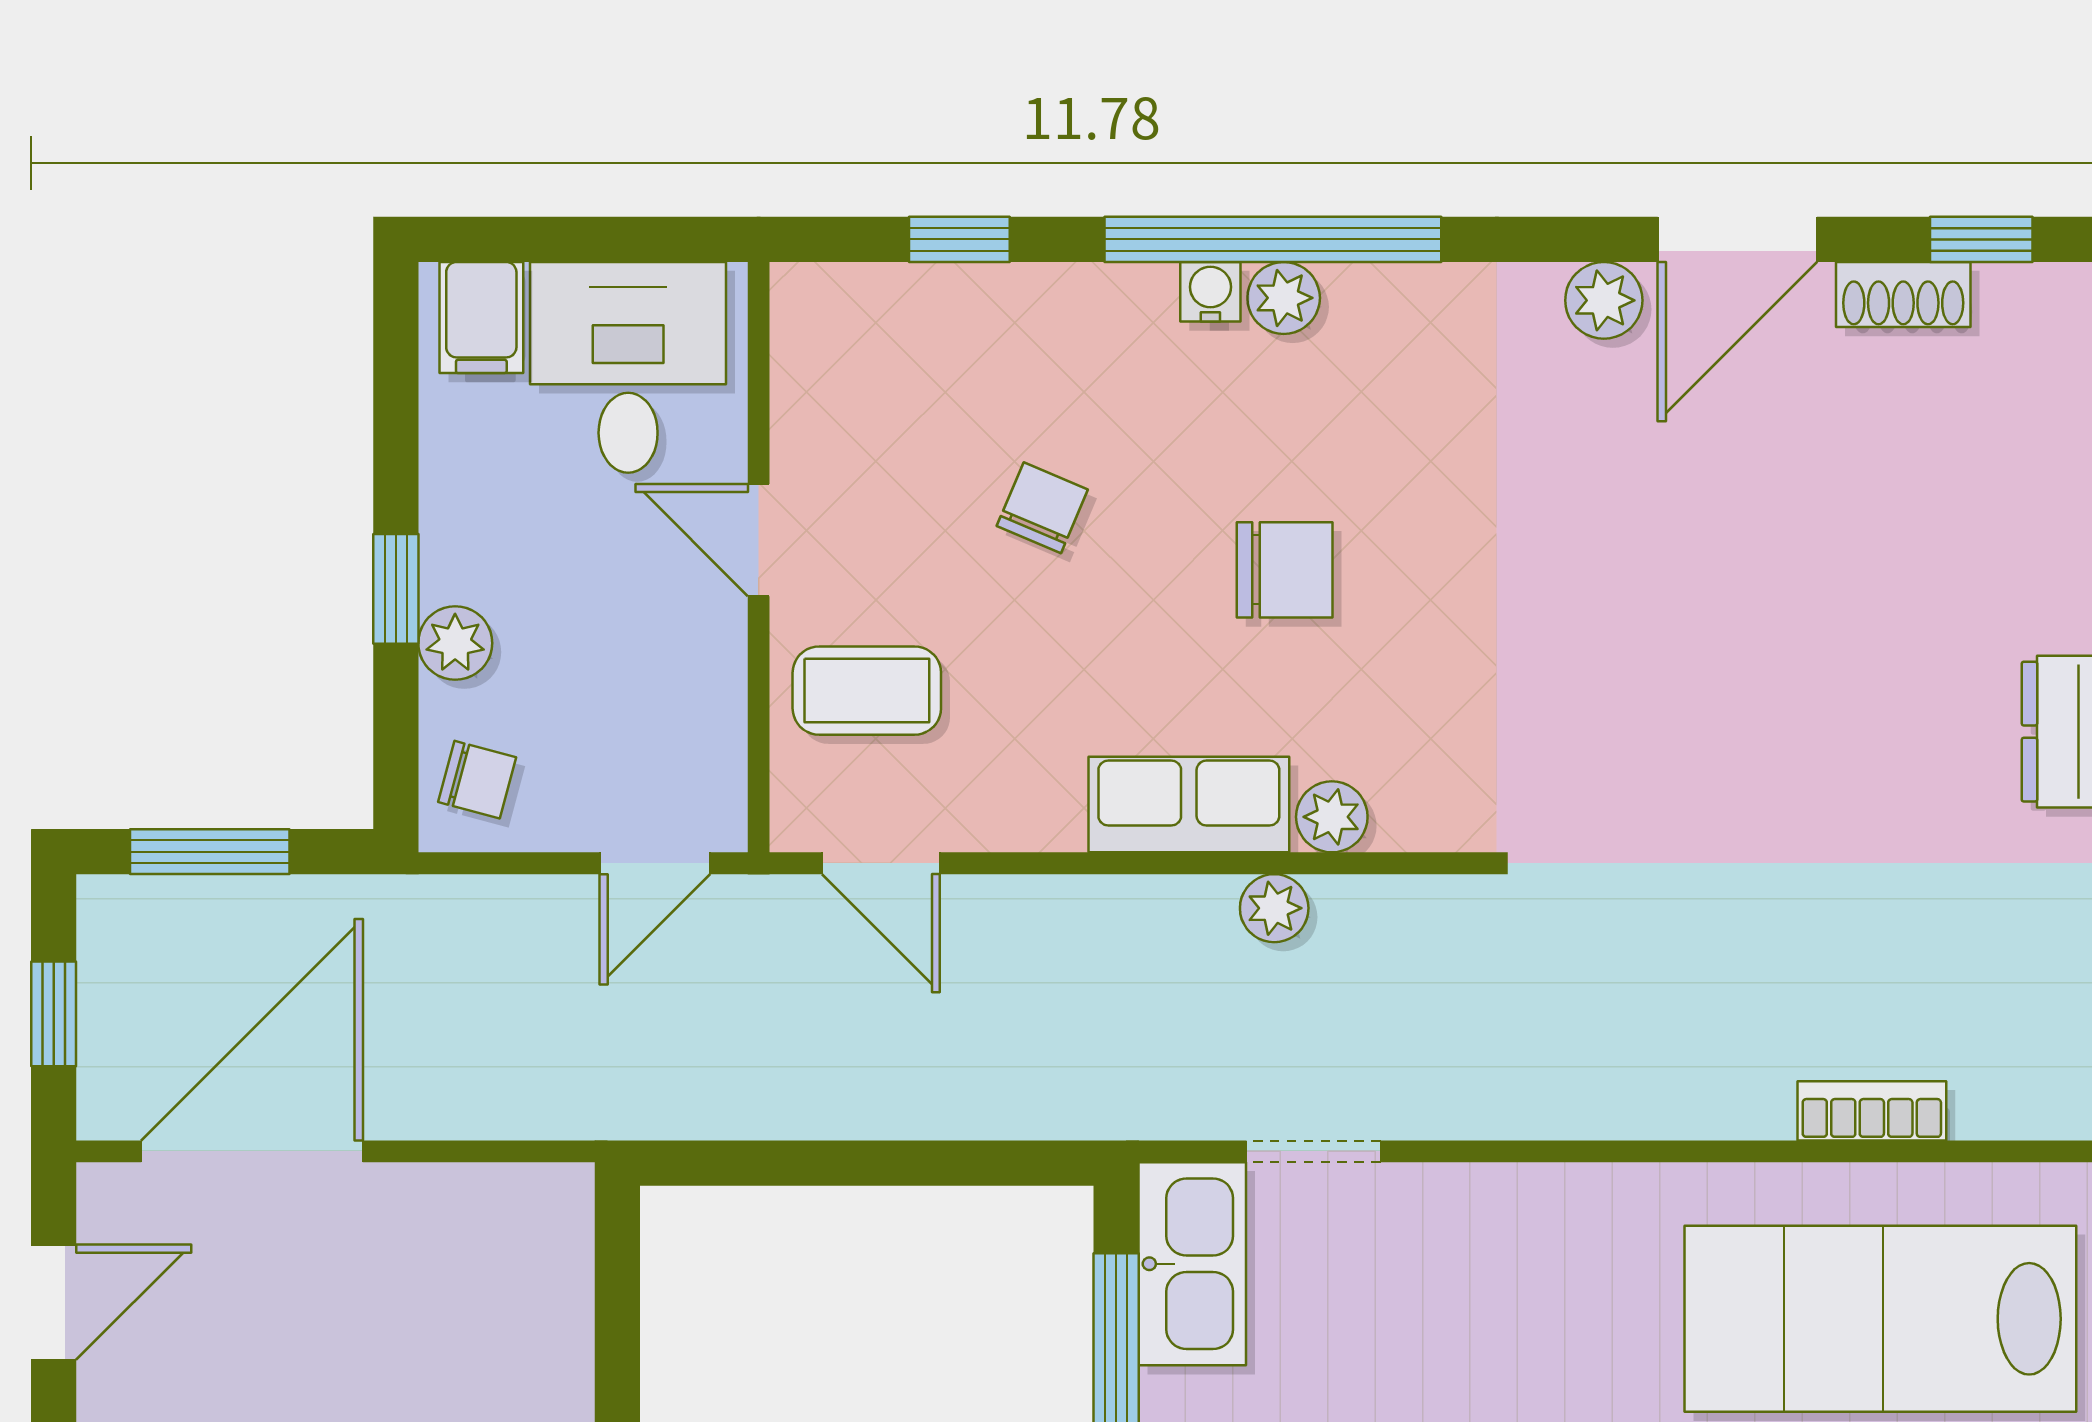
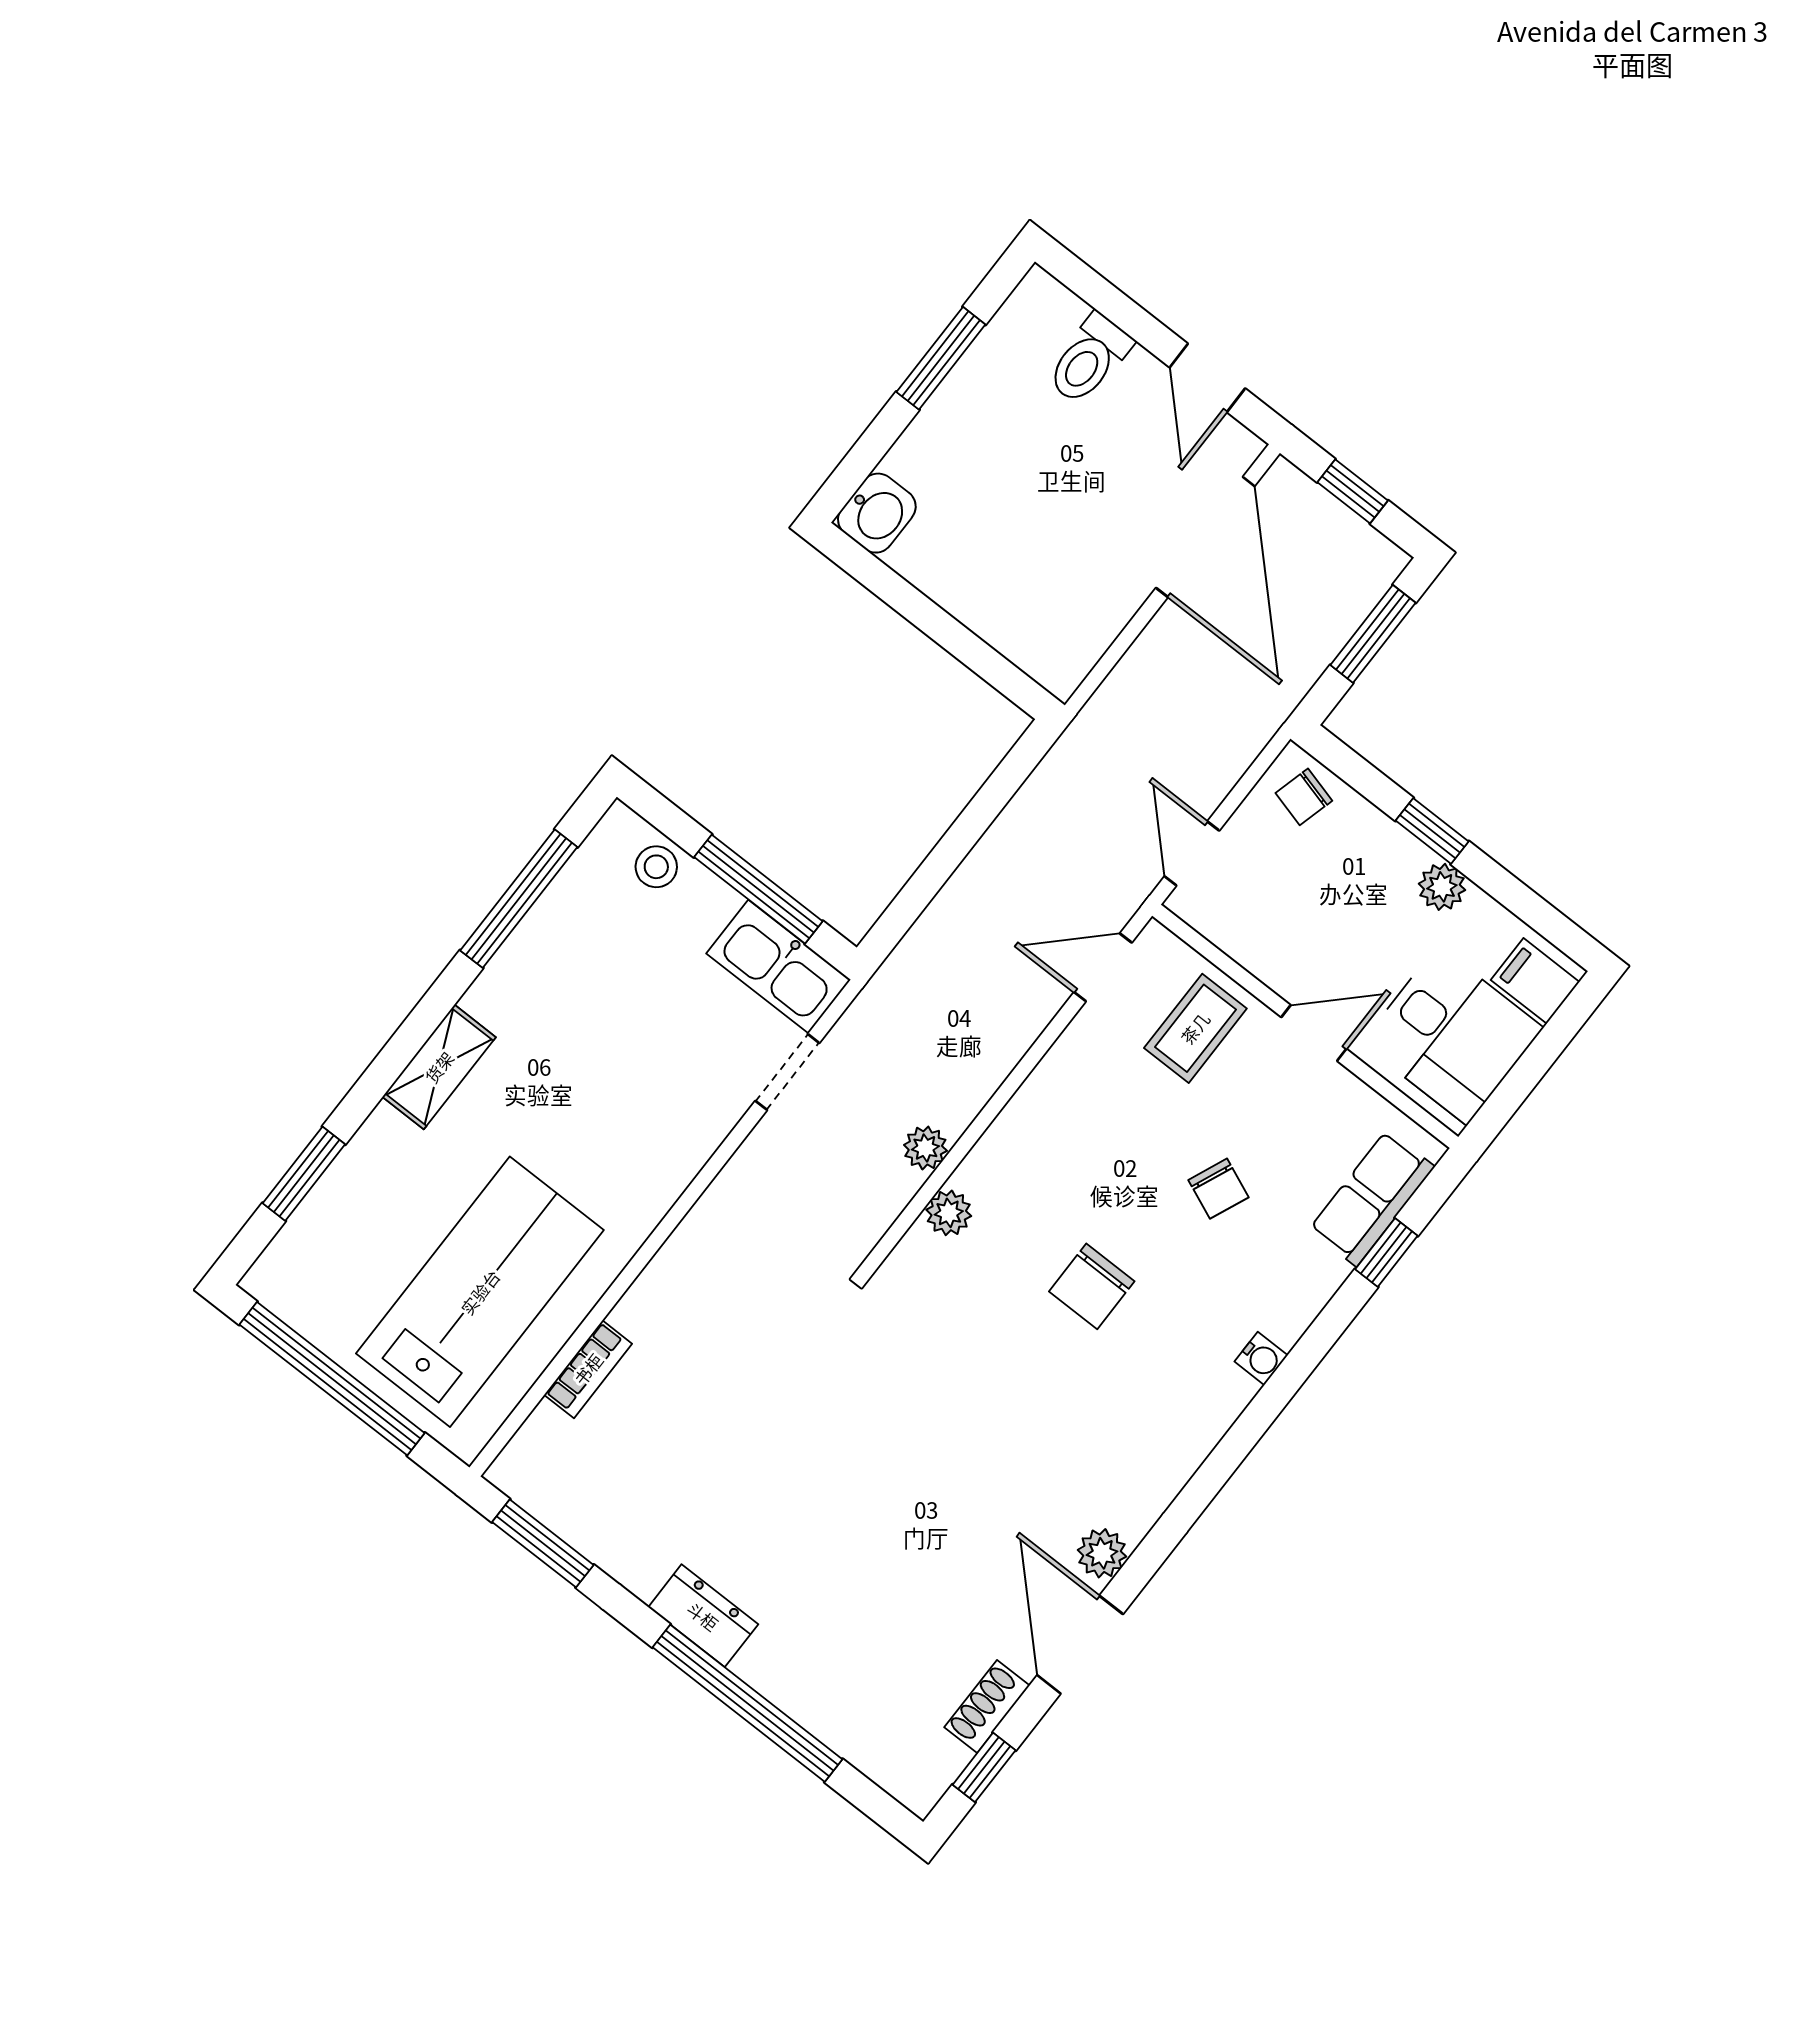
window: (1273, 239) -> (1263, 1411), removed
plant: (1284, 298) -> (1229, 1393), removed
plant: (455, 643) -> (1442, 887), moved
row of seats: (1189, 805) -> (1372, 1198), moved, turned 180

